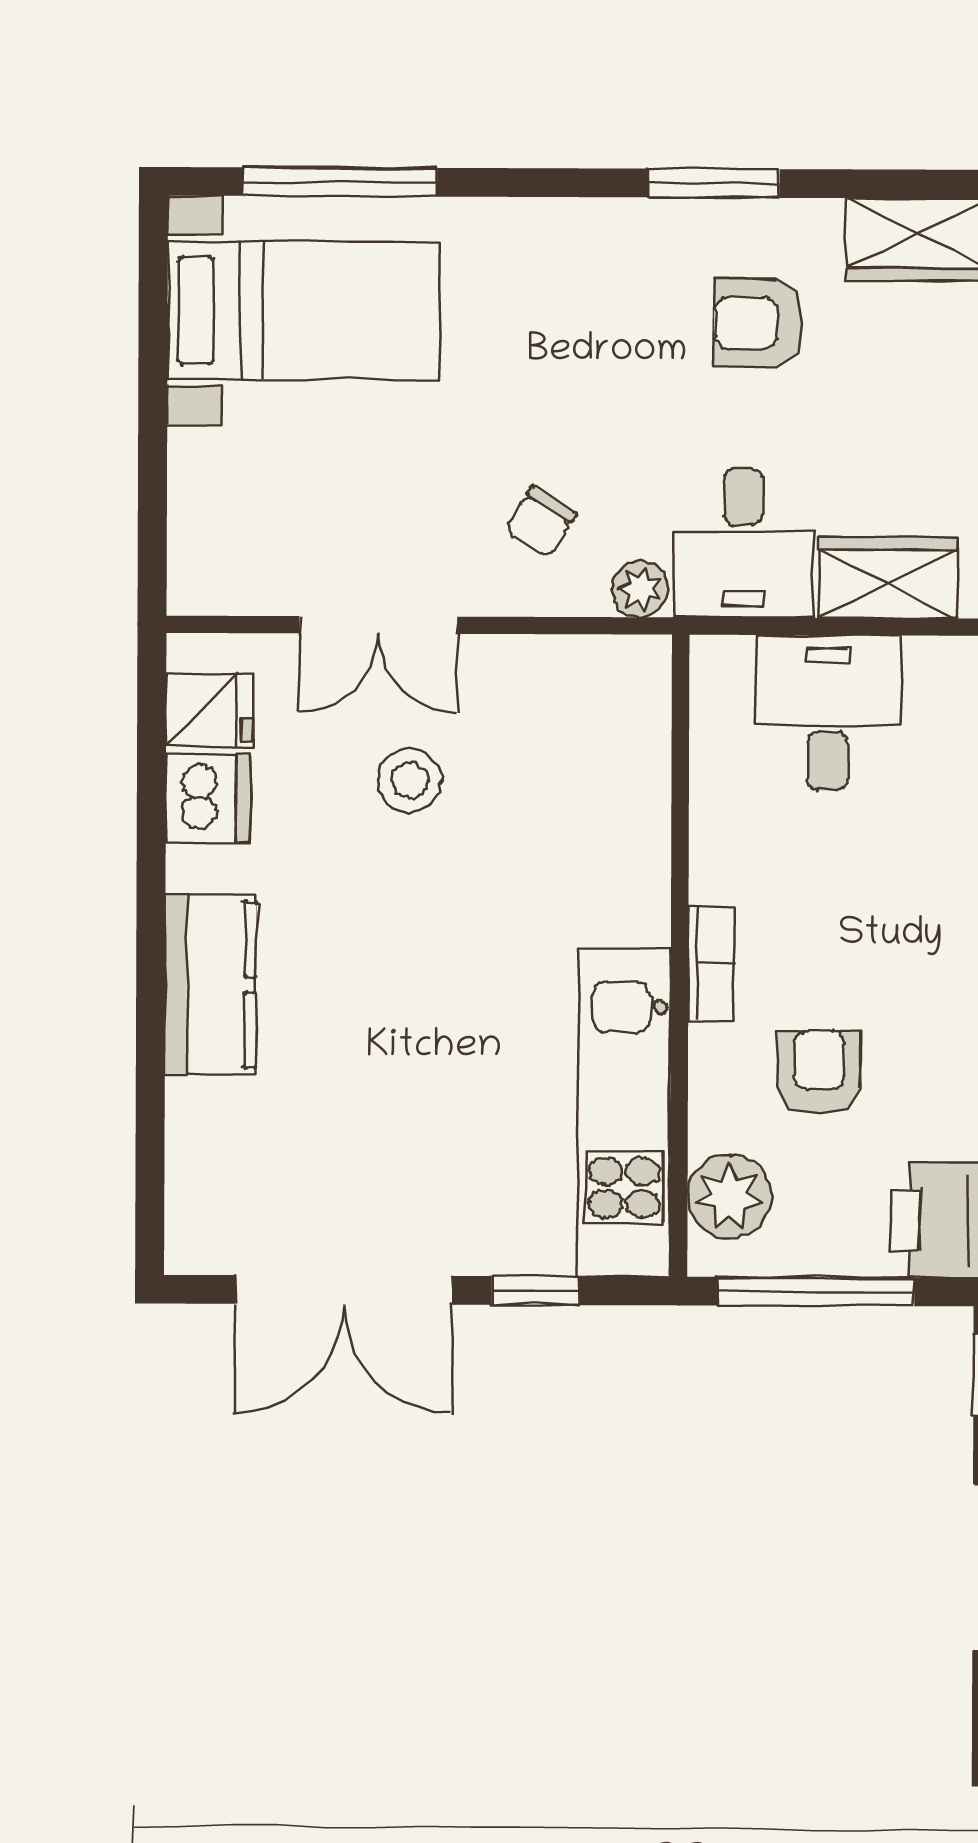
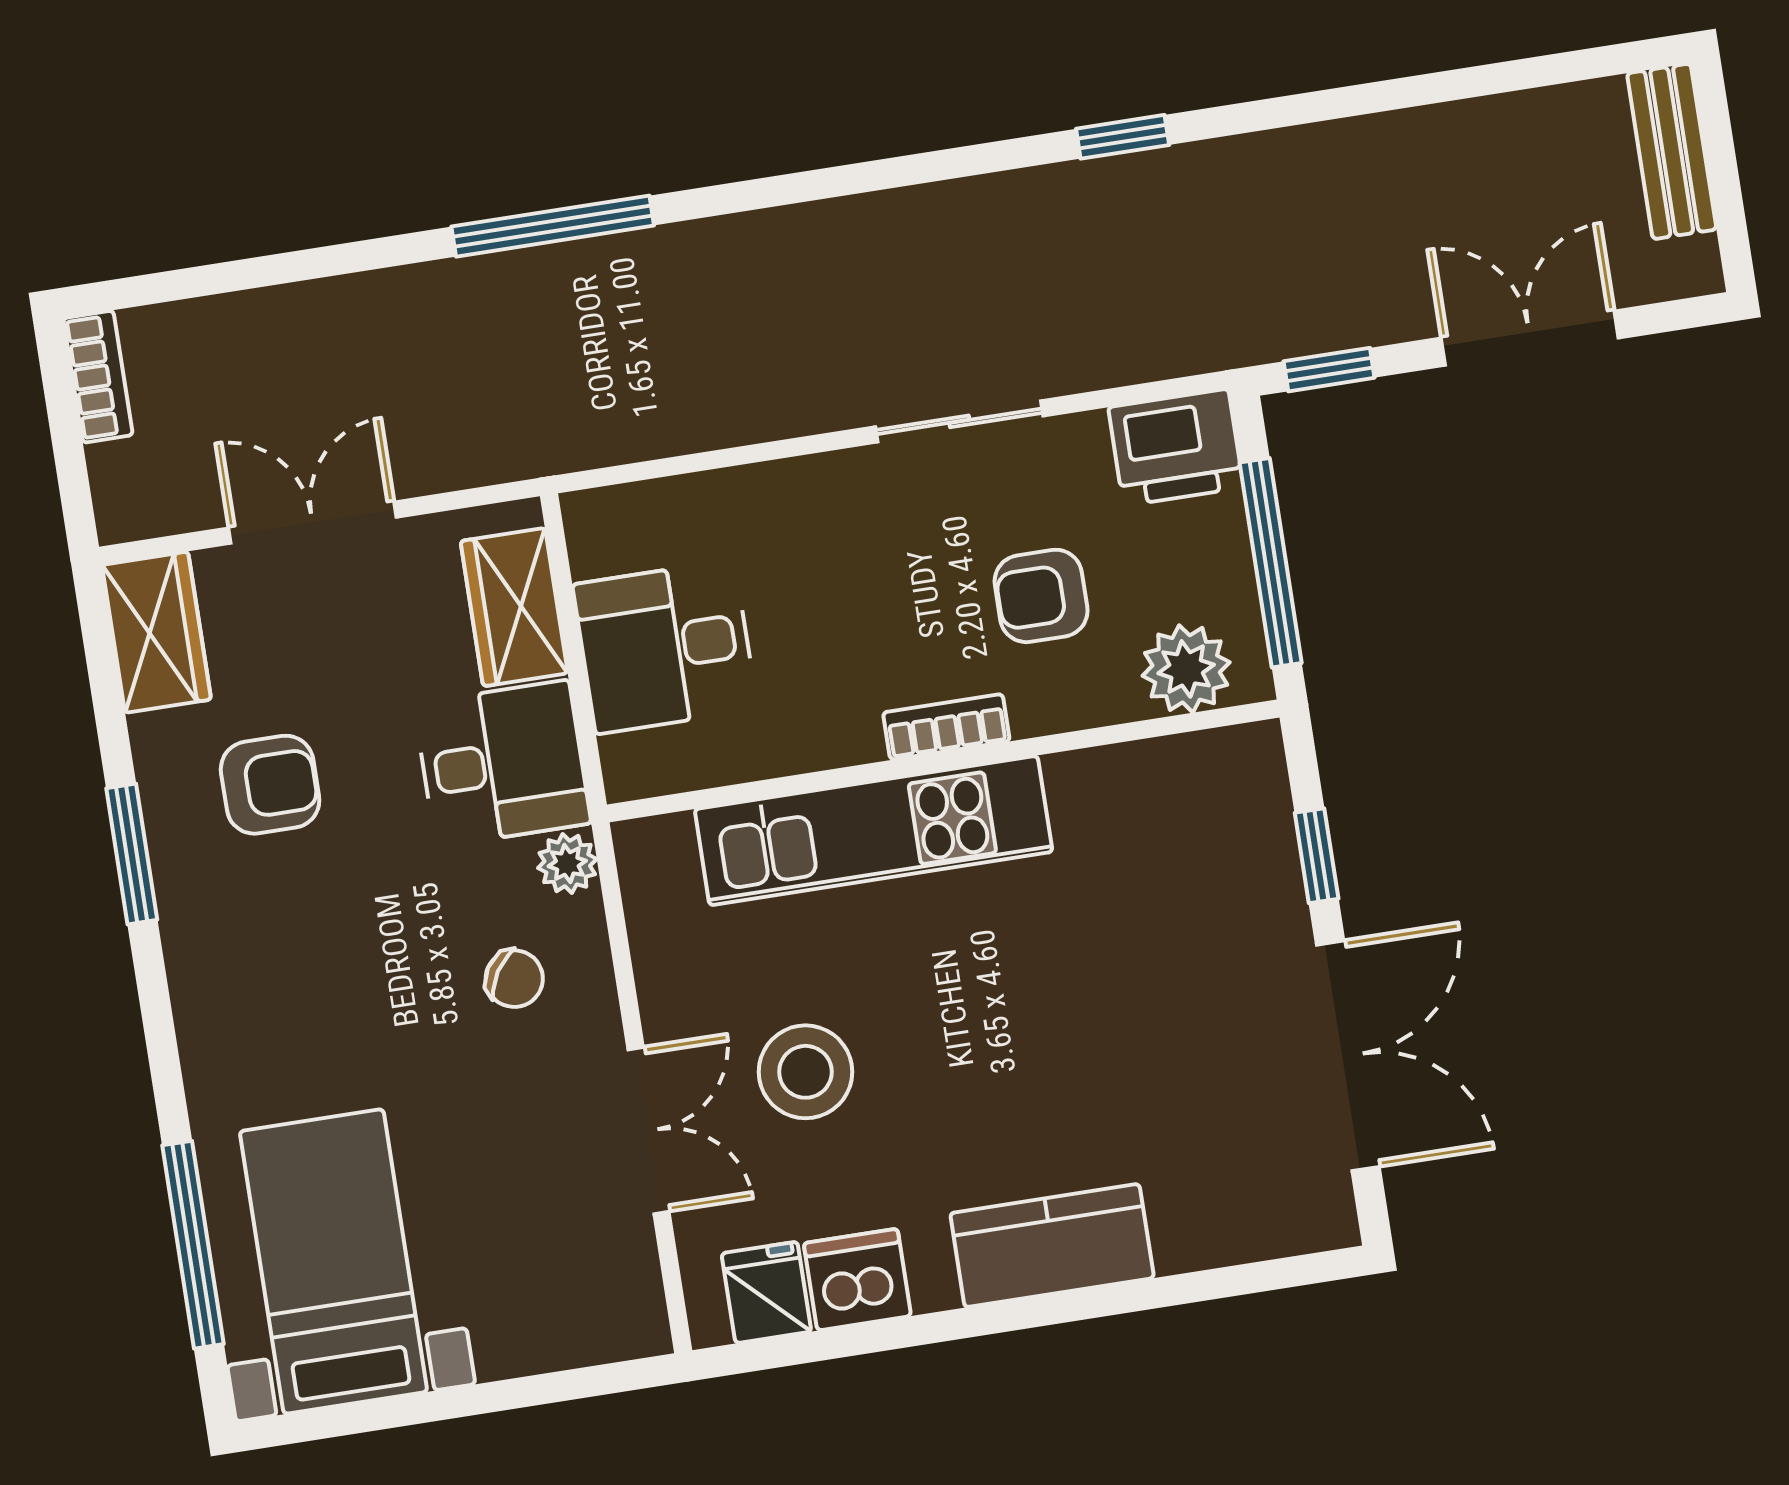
armchair: (758, 323) -> (270, 785), turned -90
stool: (410, 780) -> (805, 1072), width x1.38, depth x1.38
kitchen unit: (624, 1112) -> (874, 831), moved

